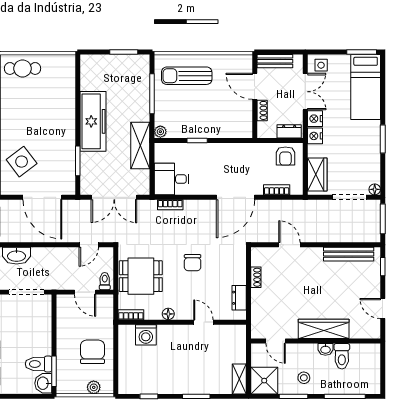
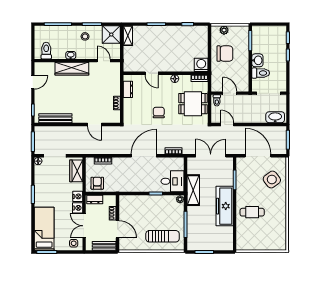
cafe table: (23, 68) -> (252, 212), moved
desk: (172, 179) -> (173, 181), moved
door: (235, 197) -> (144, 156), moved
door: (89, 245) -> (227, 124), hinge flipped
door: (383, 308) -> (33, 82), hinge flipped
washing machine: (146, 335) -> (201, 65), moved
chair: (92, 352) -> (225, 54), turned -90
toilet: (342, 356) -> (46, 51), moved
toilet: (39, 364) -> (261, 73), moved
washbasin: (43, 383) -> (257, 60), moved

